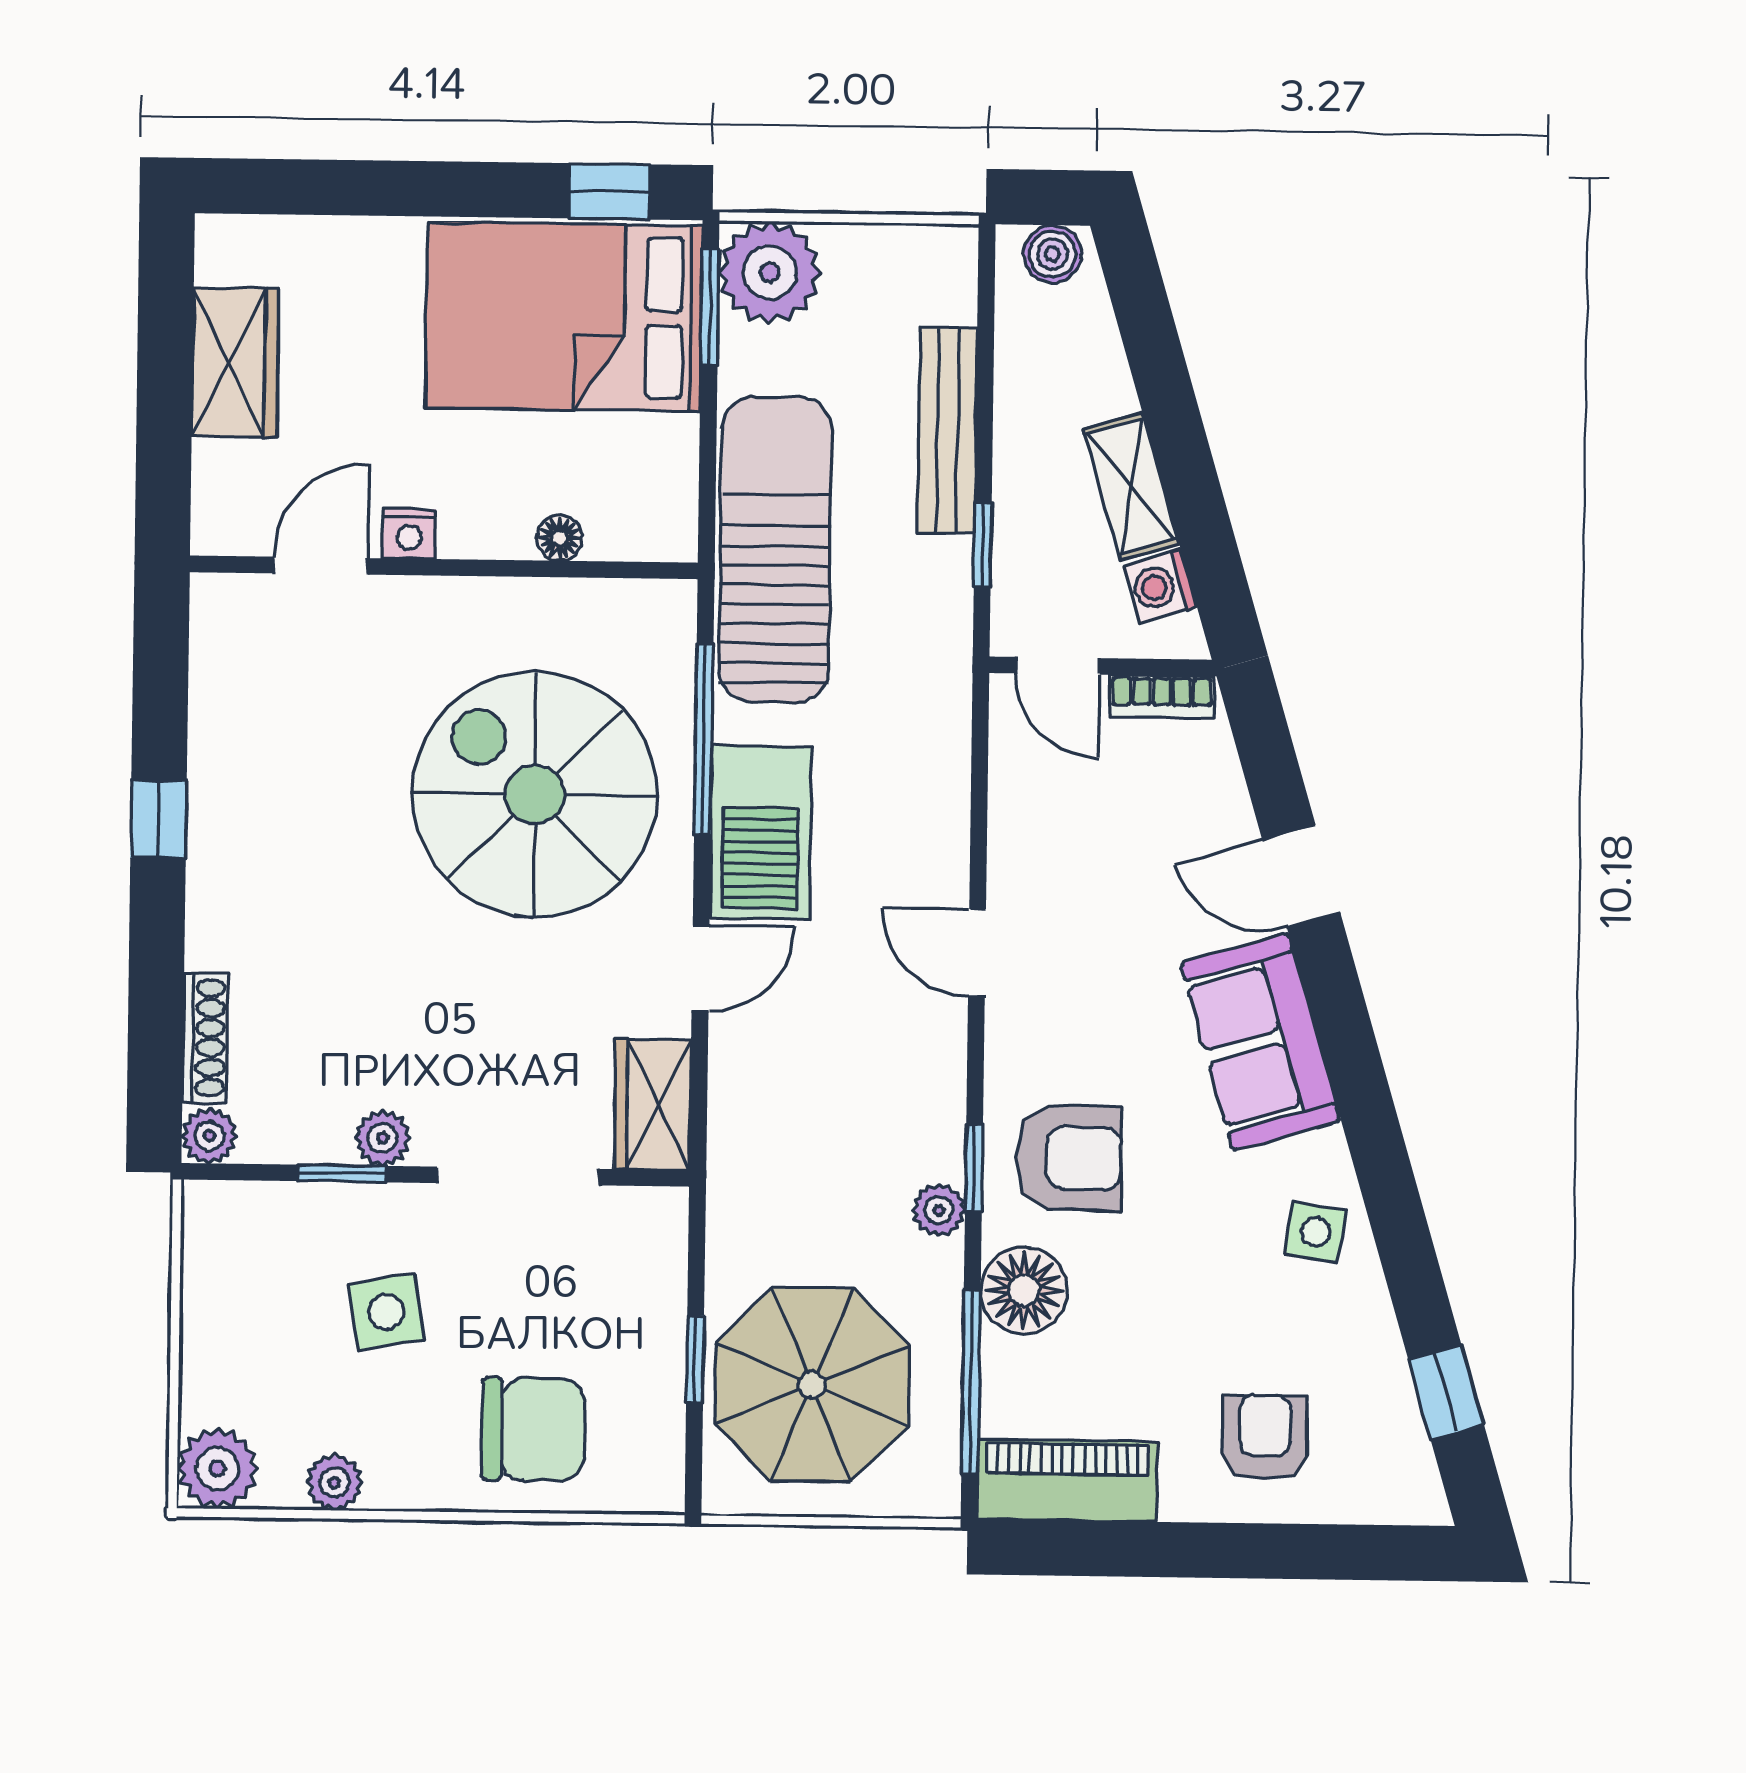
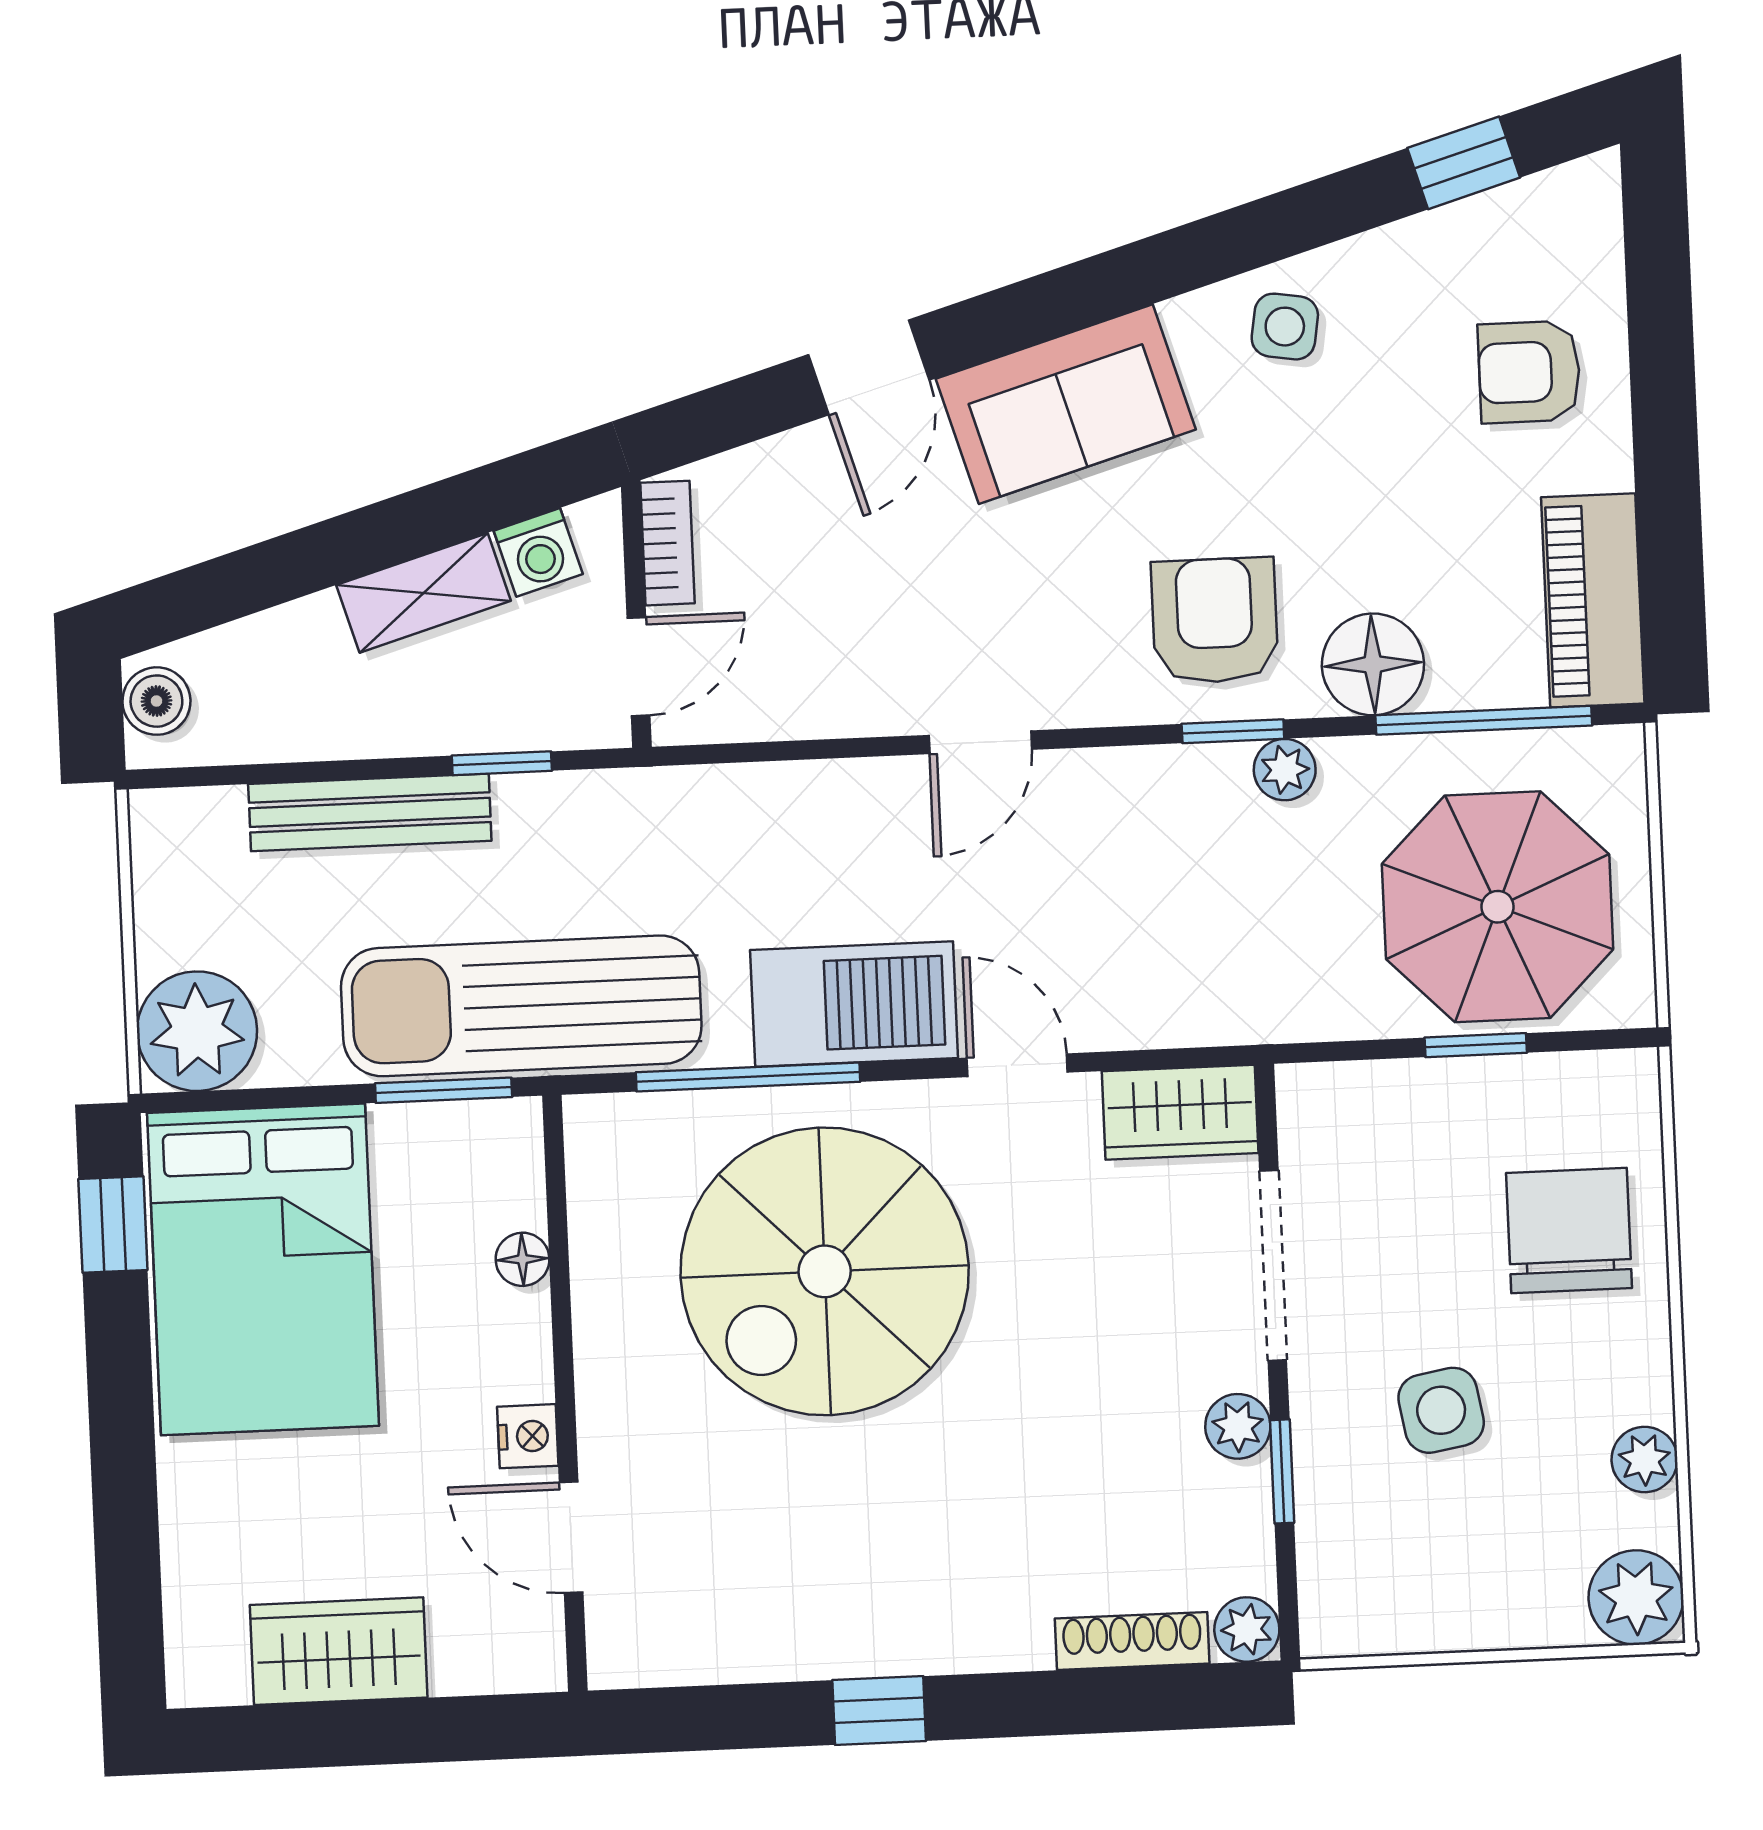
window: (710, 307) -> (444, 1090), moved

